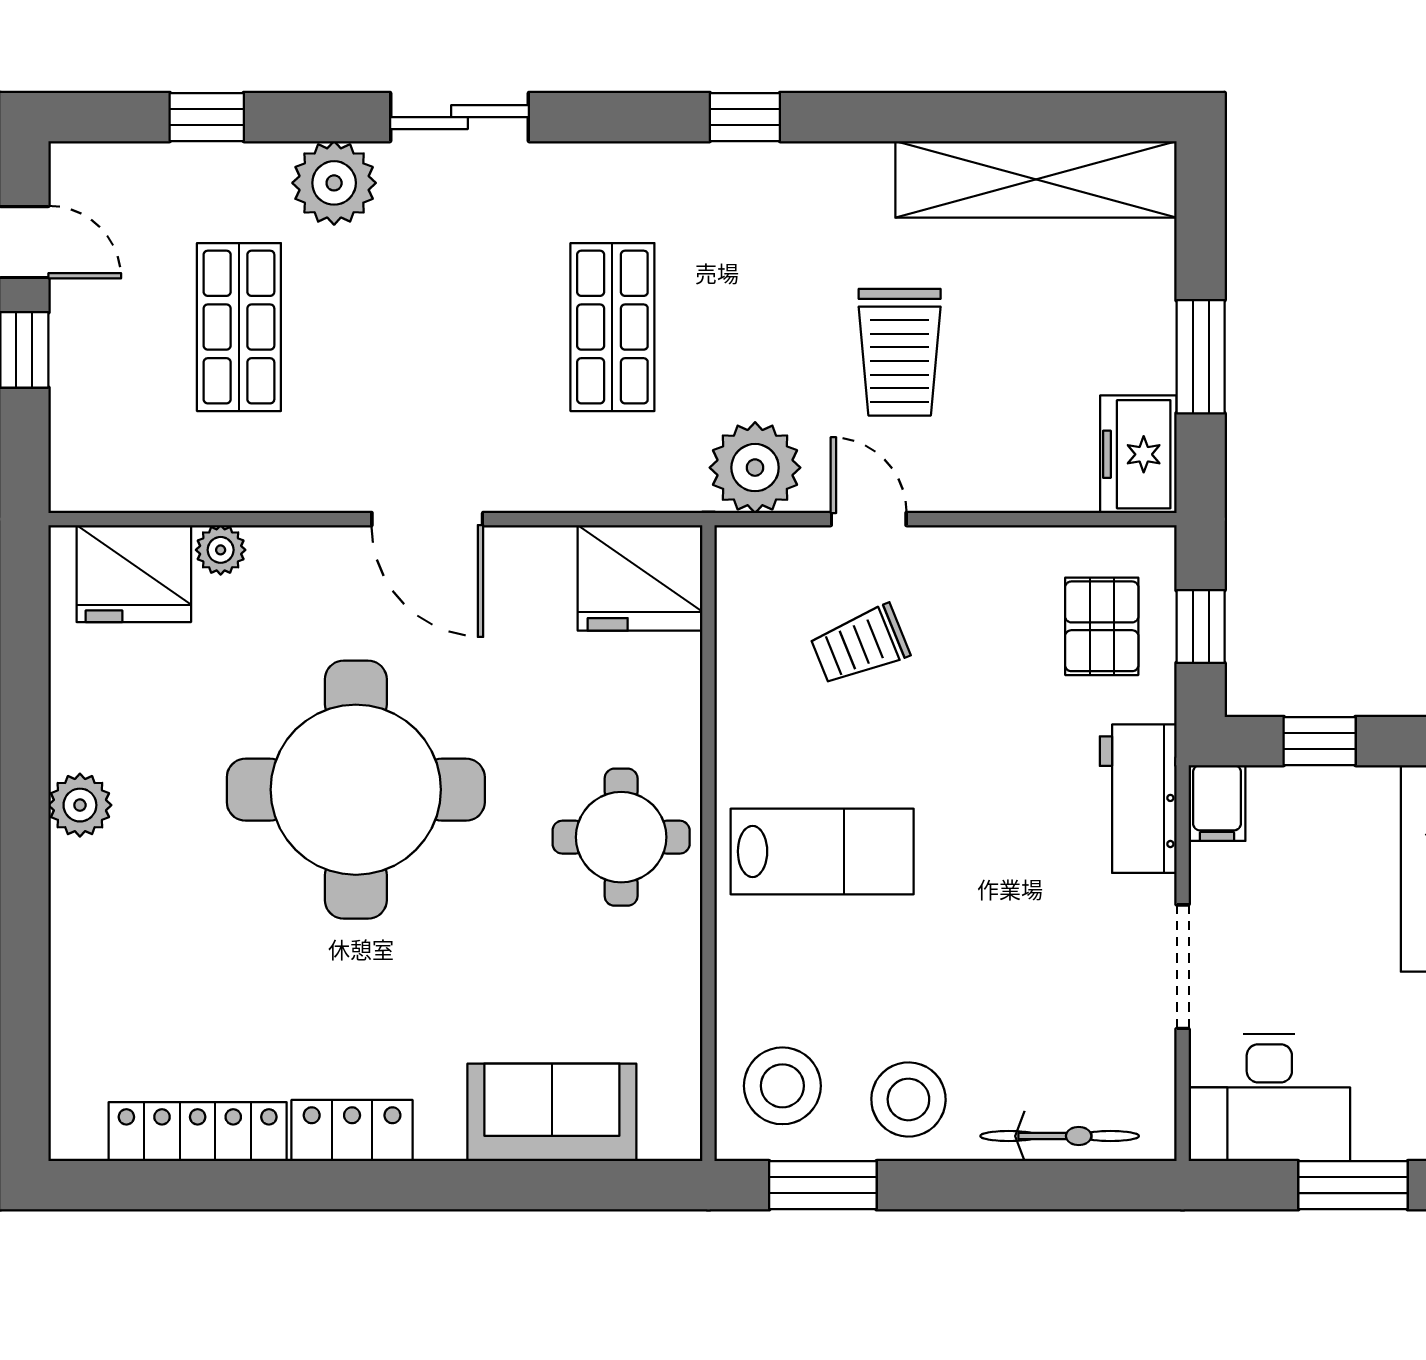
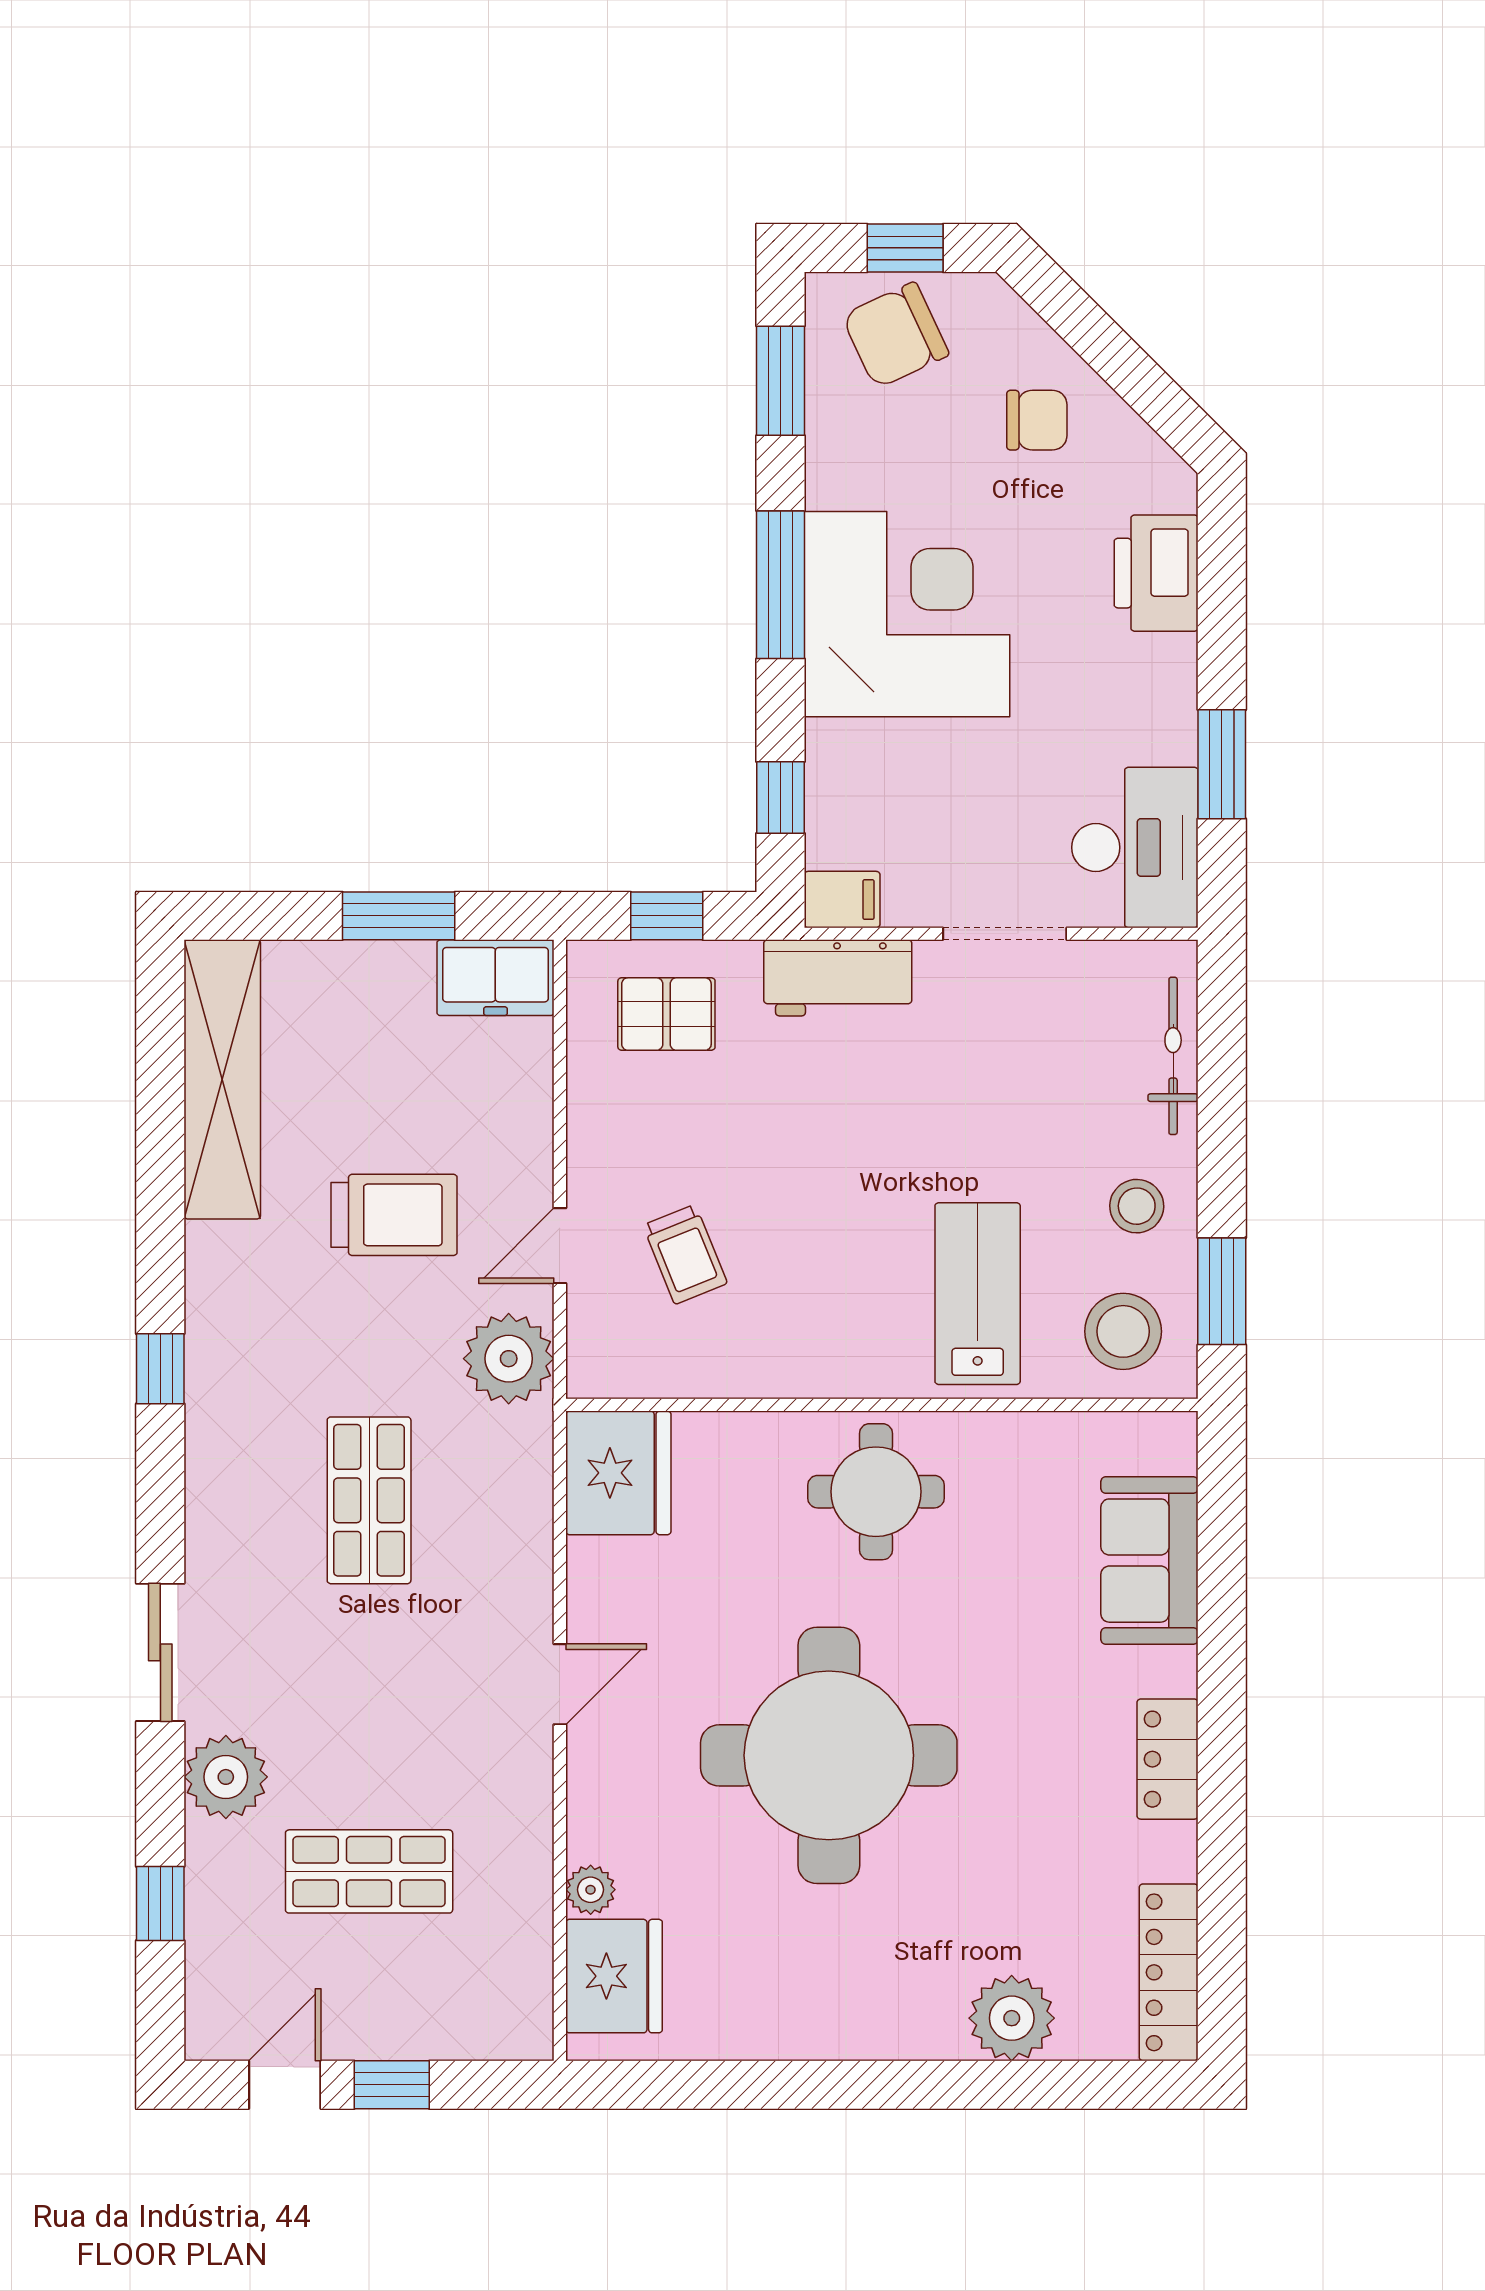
shop shelf: (612, 327) -> (369, 1500), turned 90
door: (427, 519) -> (560, 1684), width x0.73
plant: (80, 805) -> (1012, 2018), moved, width x1.36, depth x1.36
lab bench: (822, 851) -> (978, 1294), moved
stool: (908, 1099) -> (1137, 1206), width x0.73, depth x0.73
locker: (198, 1132) -> (1169, 1972), moved

